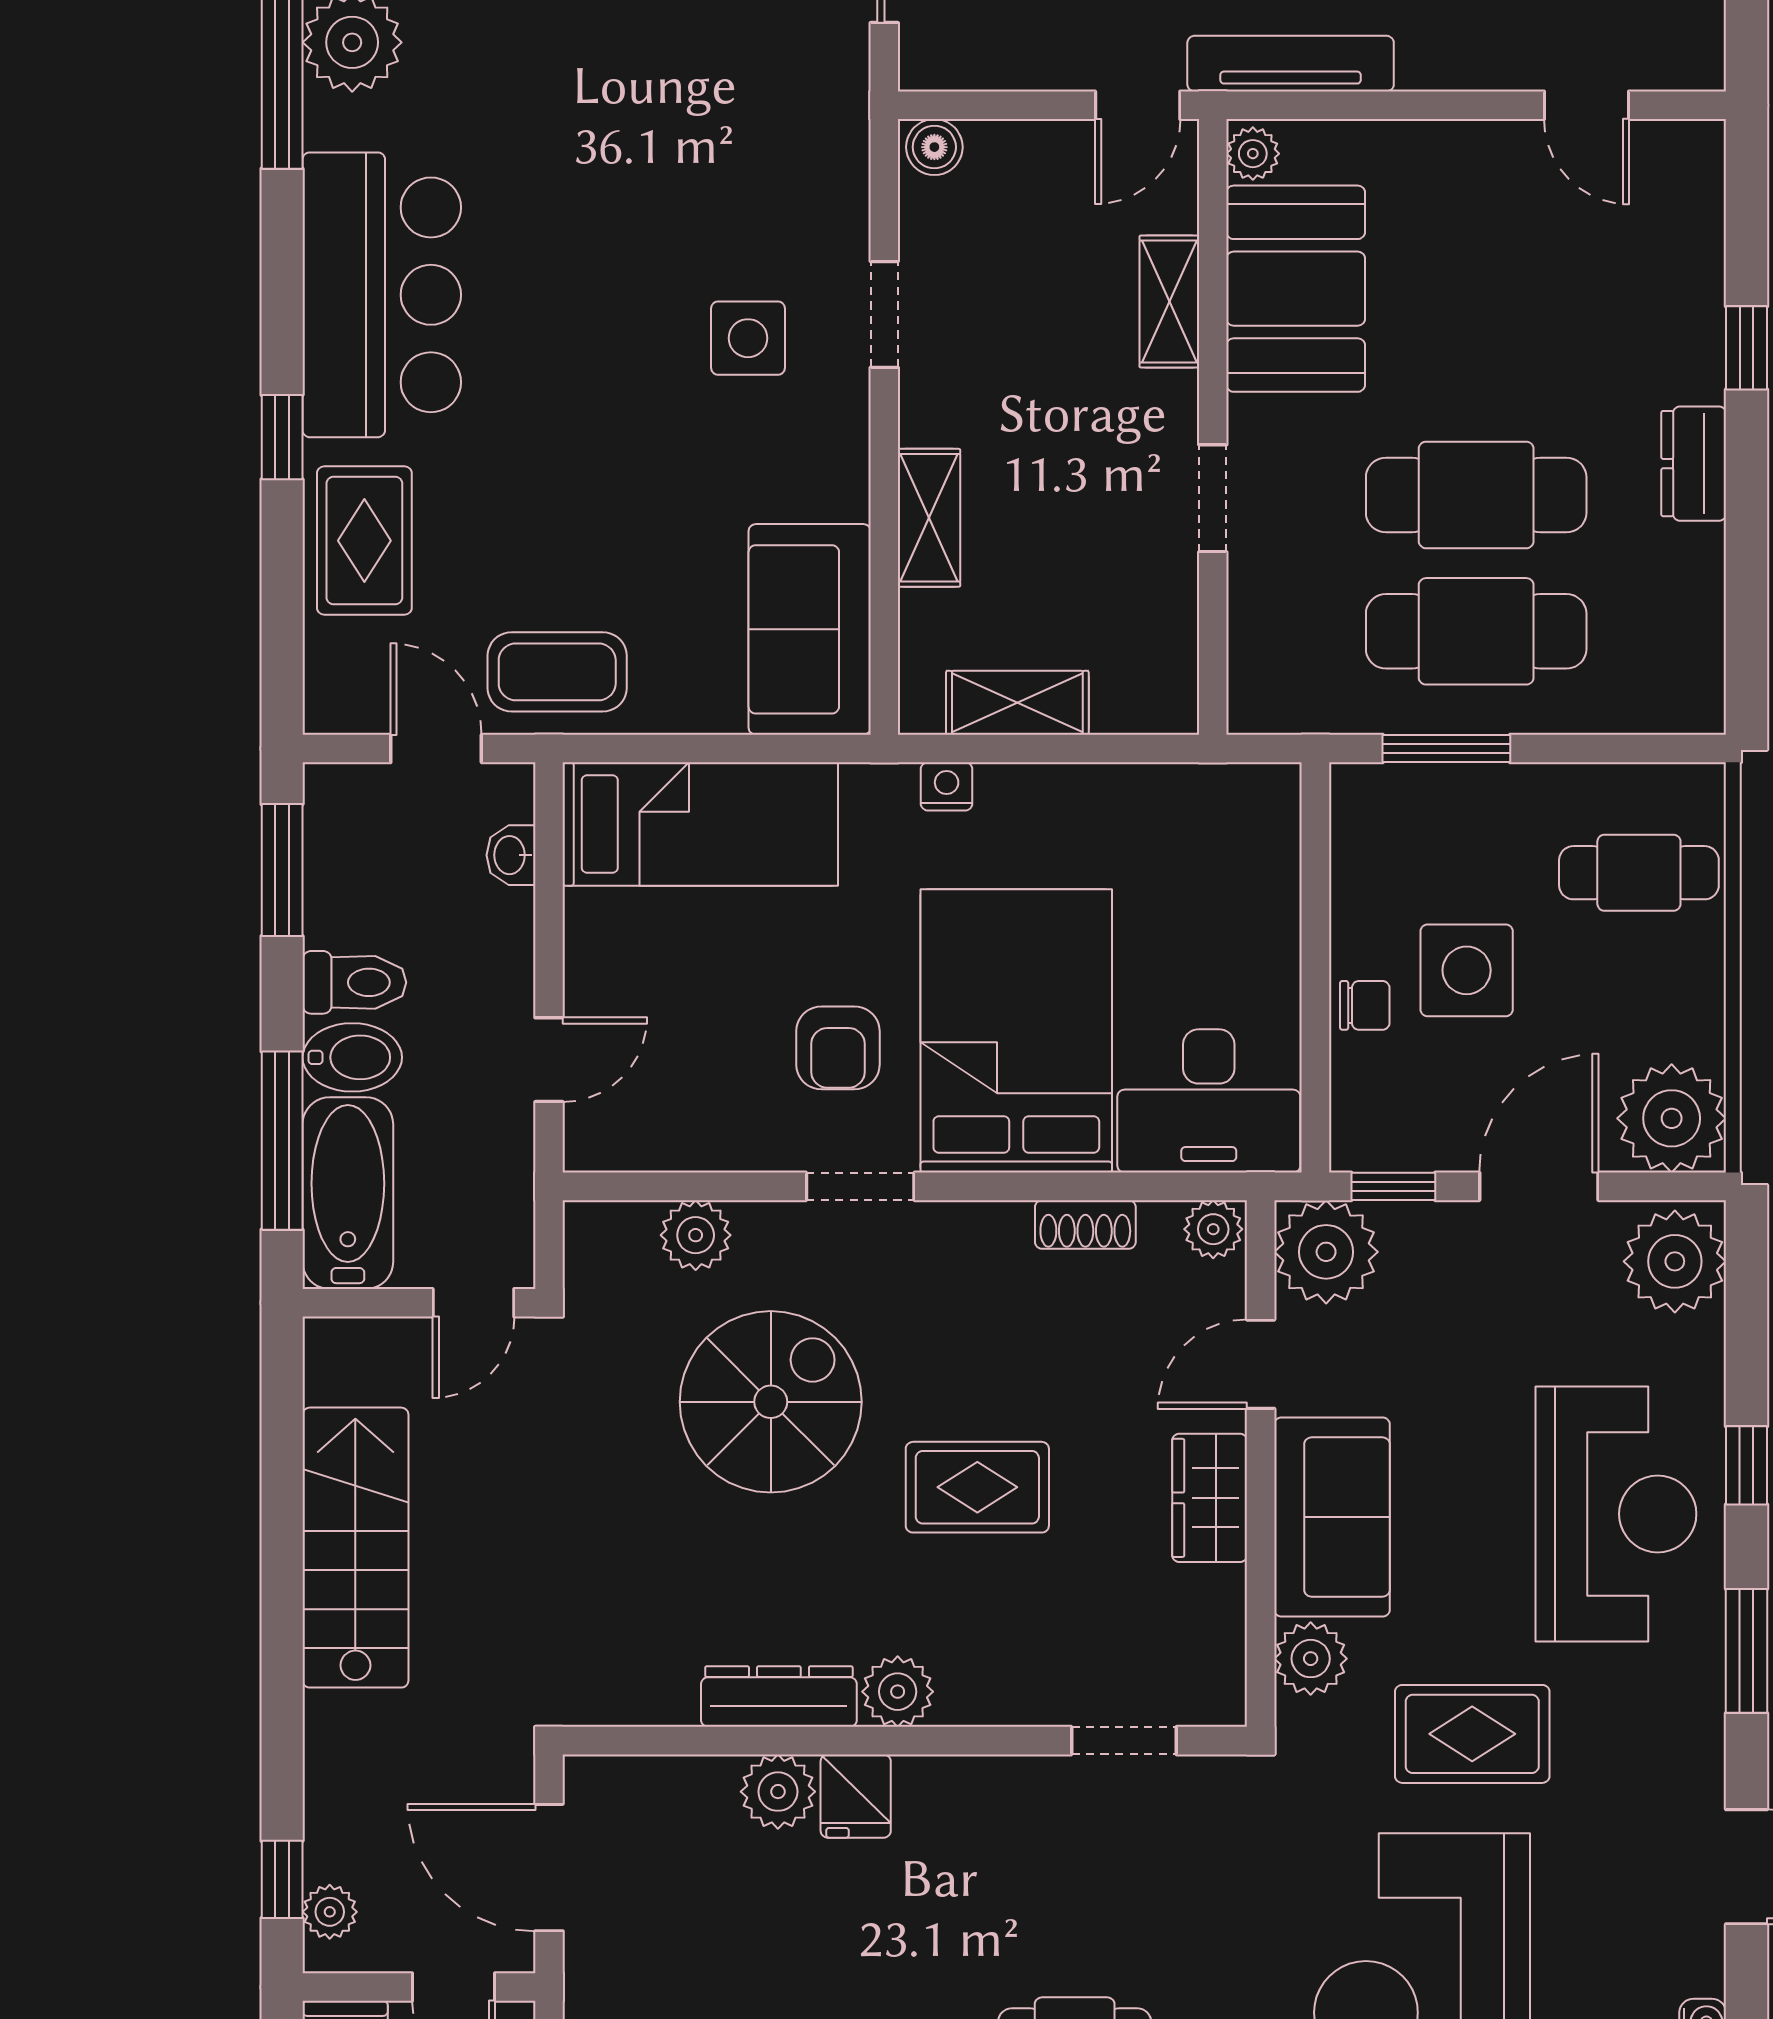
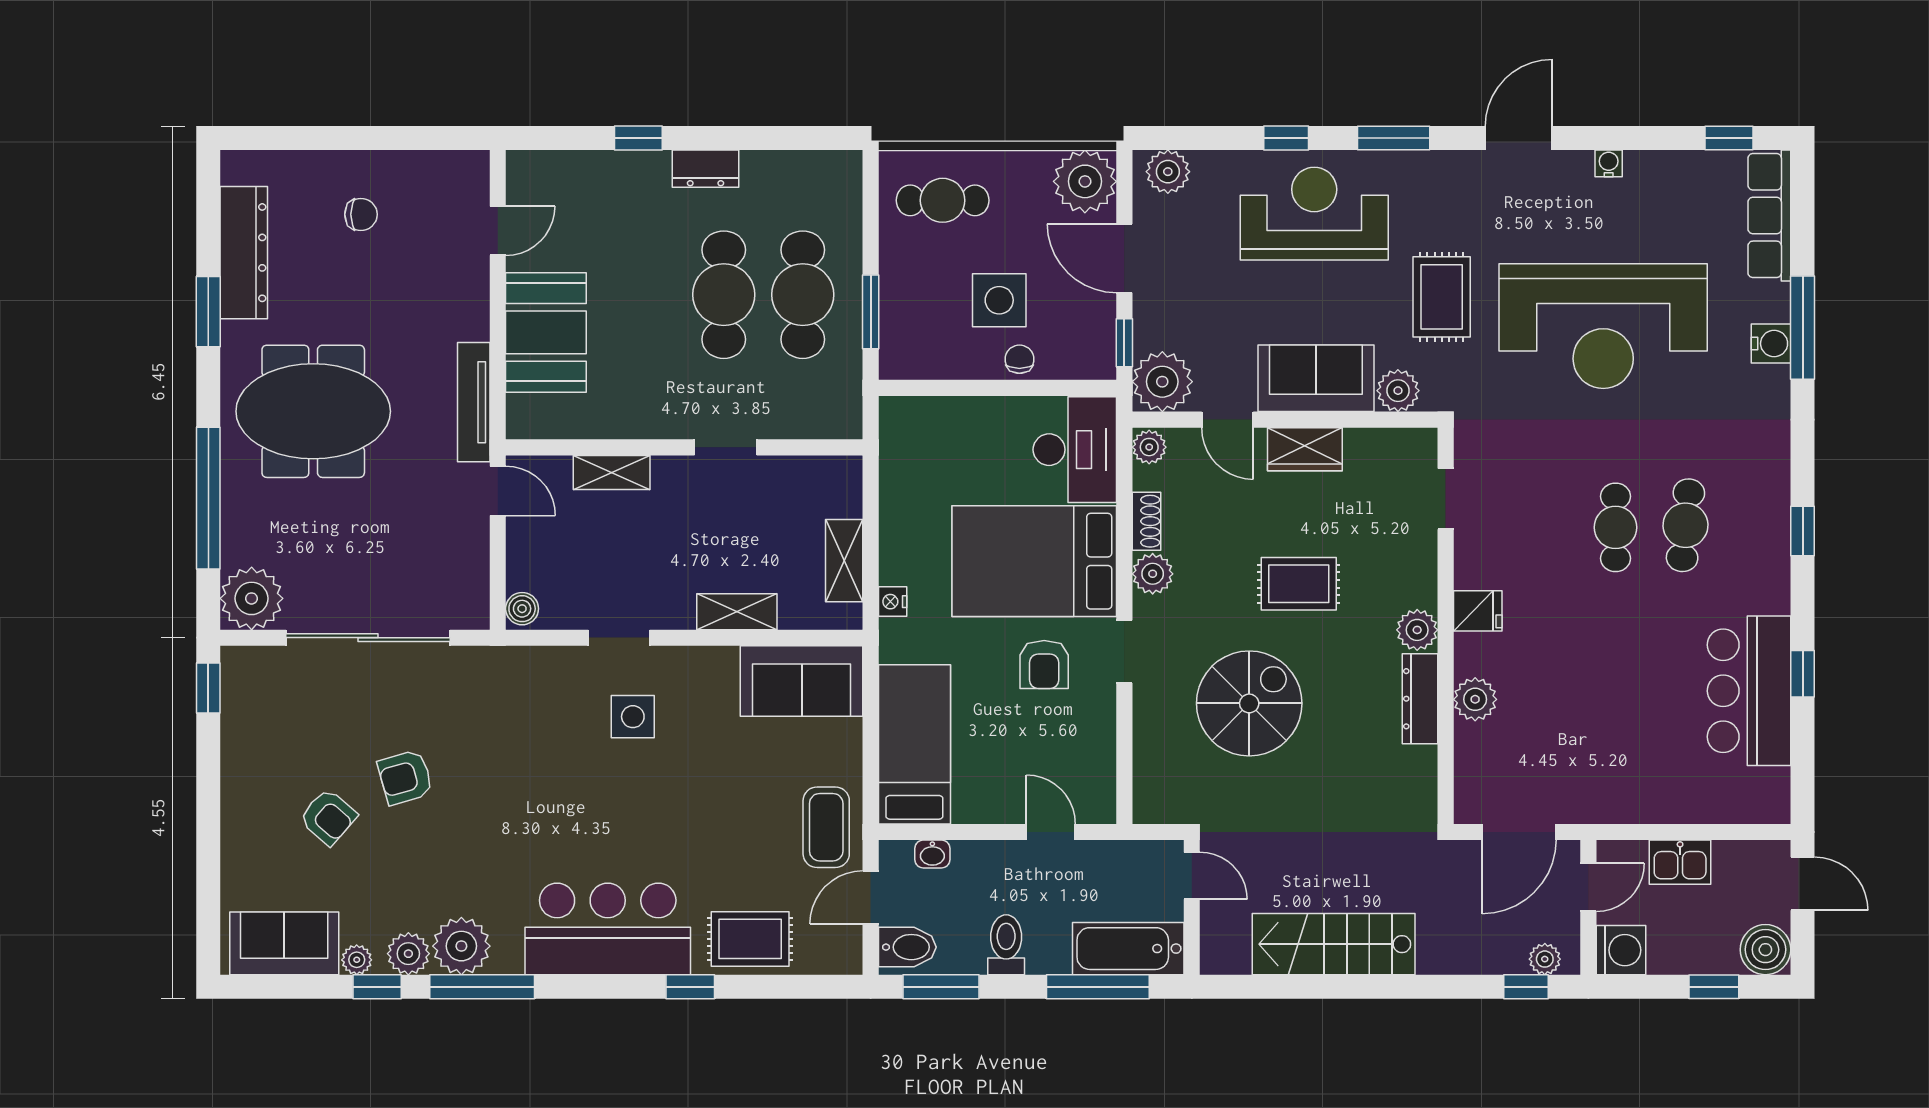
plant: (1253, 154) -> (526, 424), removed
booth: (1296, 289) -> (546, 332), moved, turned 90
cafe table: (1639, 873) -> (943, 200), turned 90
armchair: (838, 1048) -> (1044, 665), turned 90
bidet: (352, 1057) -> (907, 947), moved, turned 90
plant: (696, 1235) -> (1153, 574), moved
plant: (1675, 1261) -> (1168, 172), width x0.73, depth x0.73
spiral stairs: (771, 1402) -> (1249, 703), turned 90
rug: (977, 1487) -> (1299, 584), turned 90
fridge: (856, 1796) -> (1478, 611), moved

